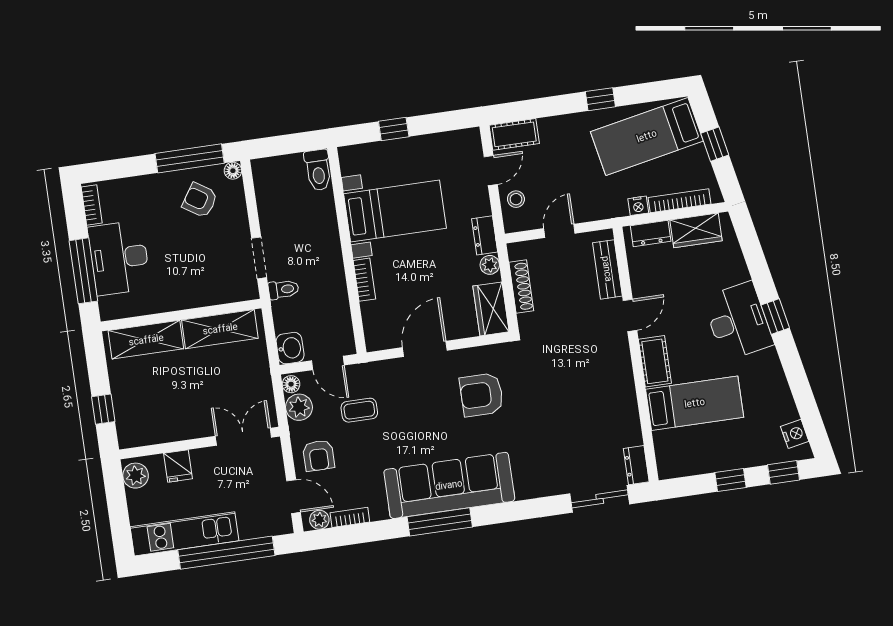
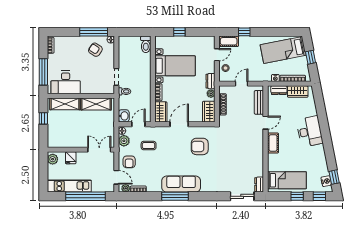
window: (600, 99) -> (244, 32), moved
desk: (119, 258) -> (66, 82), moved, turned -90
window: (775, 316) -> (334, 177), moved
wardrobe: (377, 326) -> (161, 112), added
door: (328, 363) -> (138, 124), swing flipped
bed: (695, 403) -> (287, 180), moved
window: (103, 409) -> (43, 118), moved
sofa: (449, 485) -> (181, 184), width x0.74, depth x0.79

